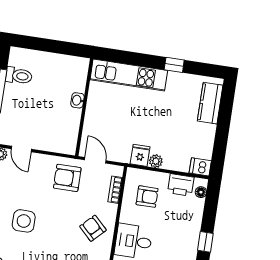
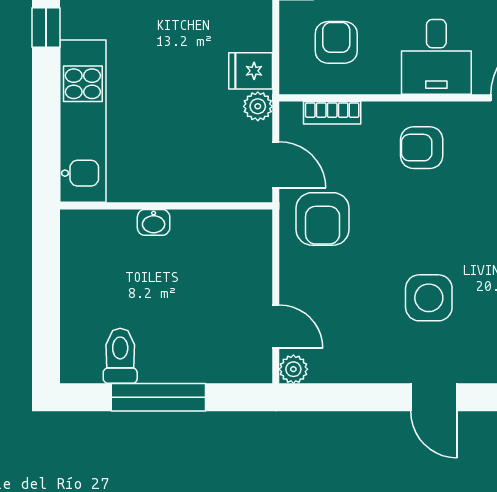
door: (21, 149) -> (276, 326), hinge flipped
door: (95, 160) -> (276, 165), swing flipped
plant: (156, 161) -> (258, 106), moved
armchair: (93, 228) -> (422, 148), turned 45

